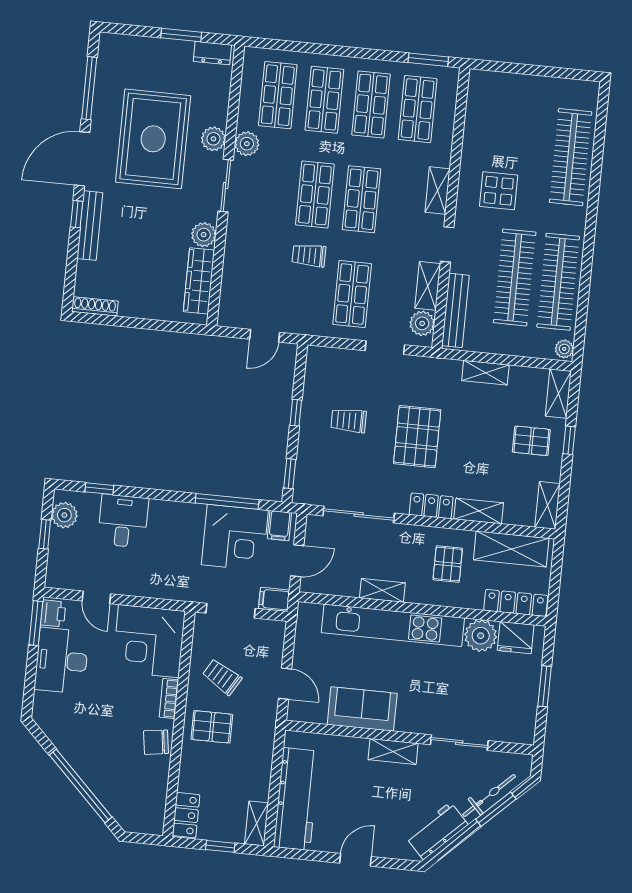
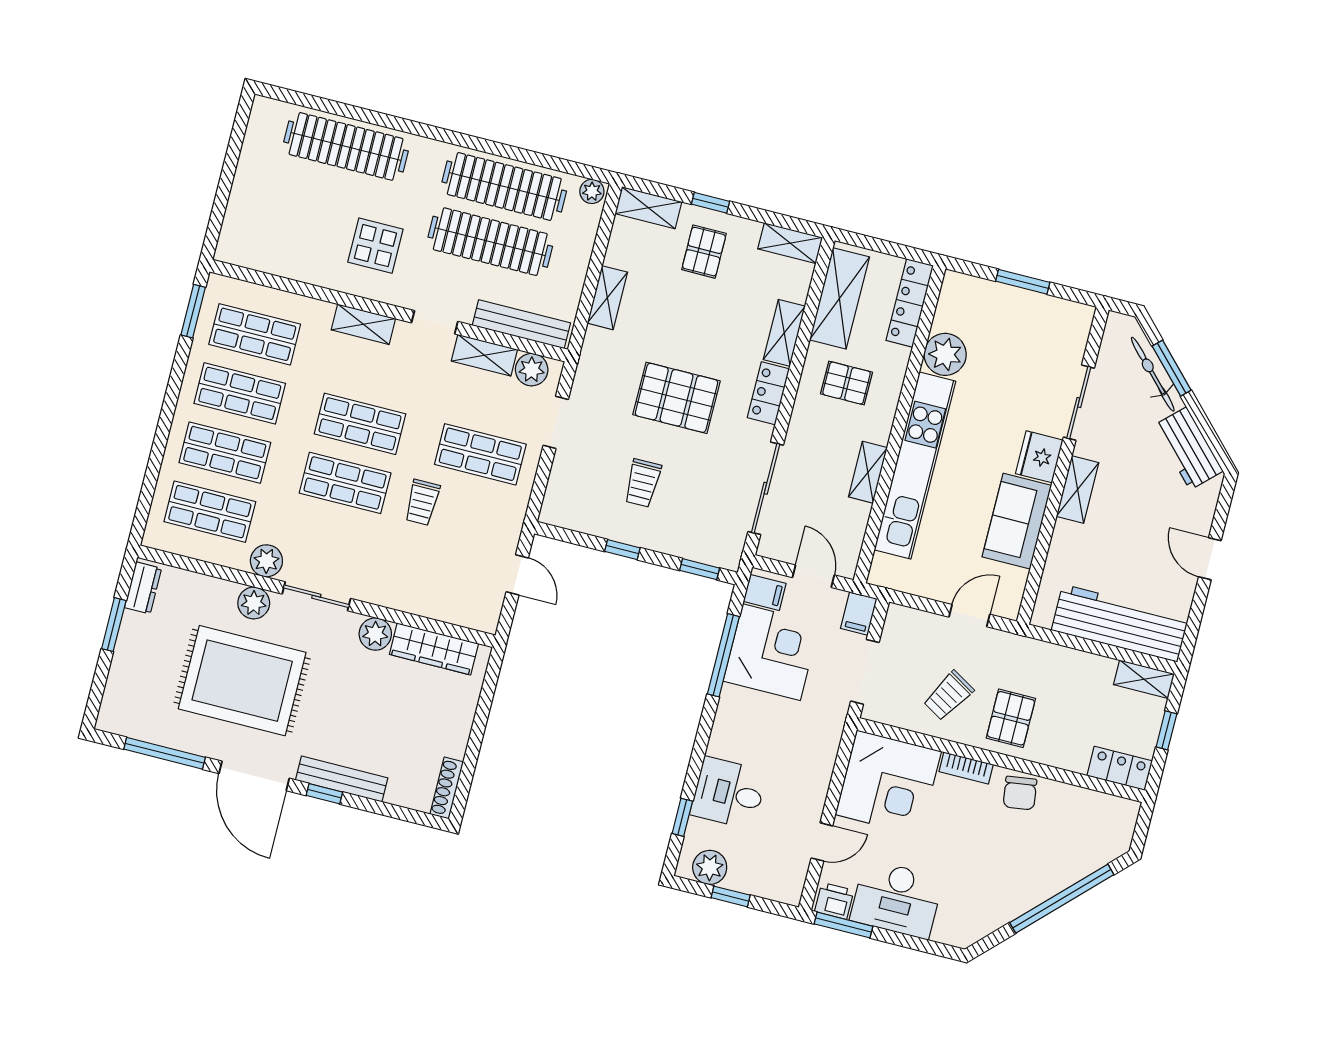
fridge: (516, 638) -> (1039, 457), moved, turned 180

